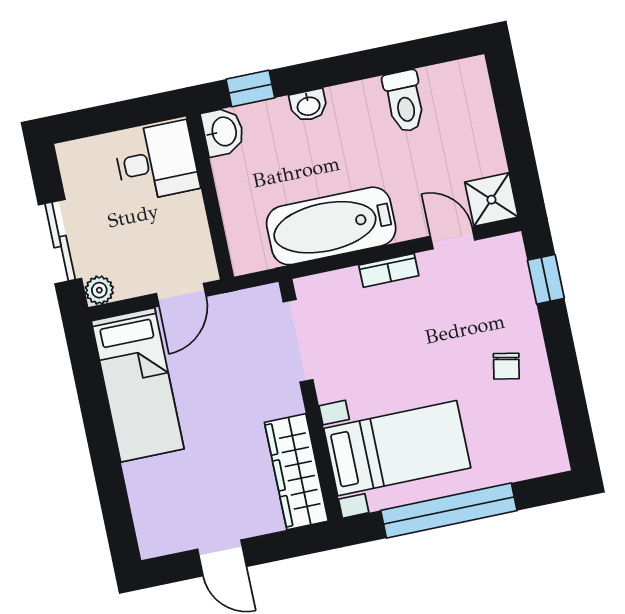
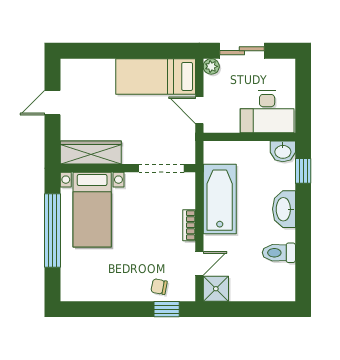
washbasin: (308, 105) -> (284, 209), width x1.91, depth x1.45
desk: (157, 161) -> (267, 112), width x1.37
chair: (506, 366) -> (159, 287), moved

